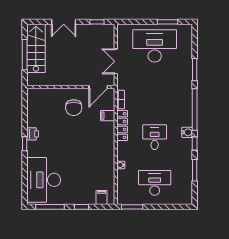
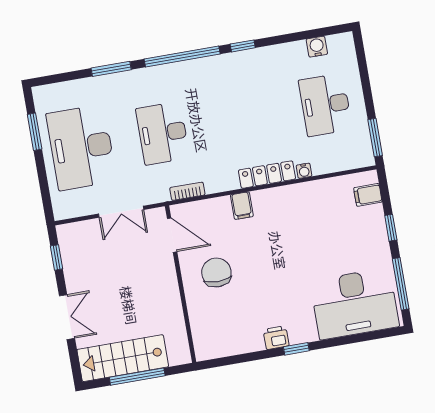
chair: (74, 108) -> (216, 273), turned -90
filing cabinet: (108, 116) -> (242, 206), moved
locker: (122, 126) -> (267, 175), moved
water cooler: (187, 132) -> (317, 47), moved
desk: (155, 137) -> (163, 133), moved, width x1.37
window: (195, 170) -> (290, 38), removed

